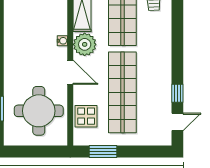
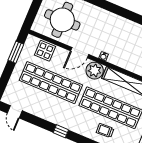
window: (177, 93) -> (61, 131), moved

